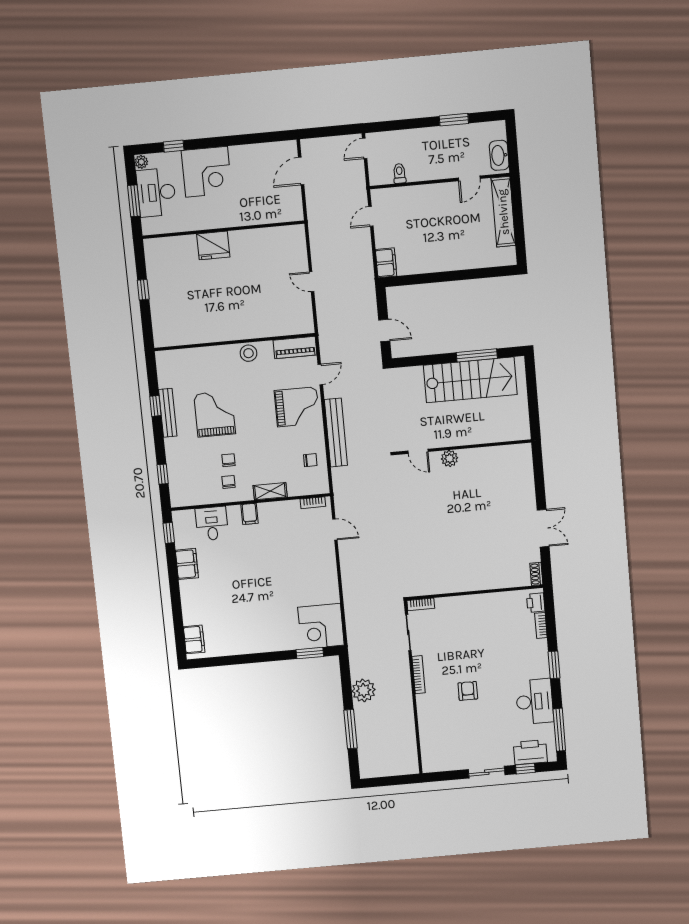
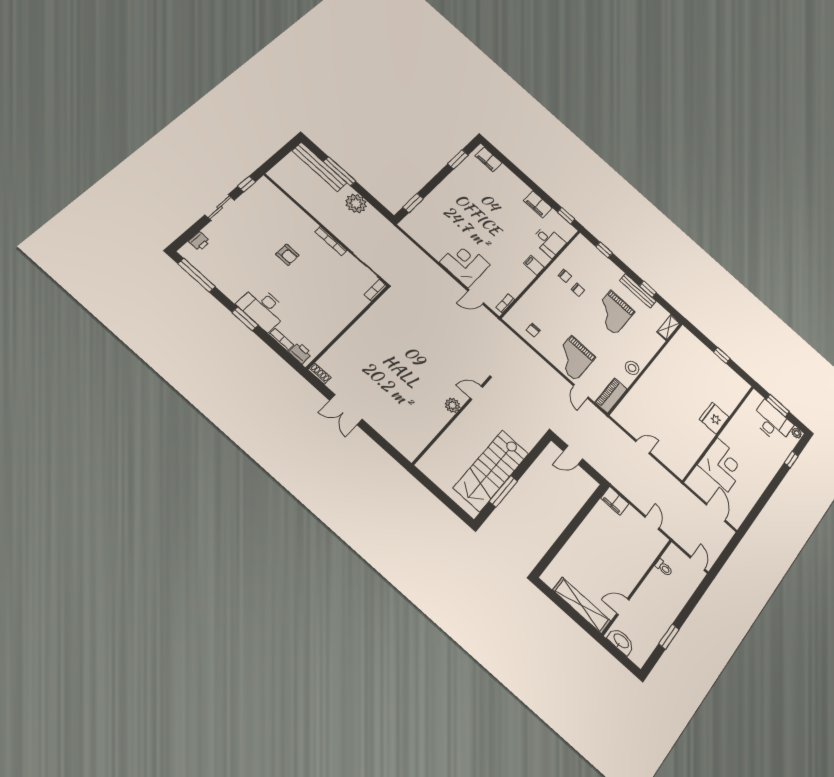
corner desk: (207, 172) -> (723, 465), moved, turned 180
door: (469, 178) -> (623, 607), hinge flipped
grand piano: (215, 414) -> (613, 312), turned 90
bench: (336, 433) -> (319, 167), moved
shelving: (270, 491) -> (669, 327), moved
corner desk: (321, 626) -> (465, 263), moved
window: (225, 661) -> (458, 159), added
desk: (535, 702) -> (263, 308), moved
printer: (530, 752) -> (199, 241), width x0.53, depth x0.68
window: (525, 769) -> (247, 184), moved

